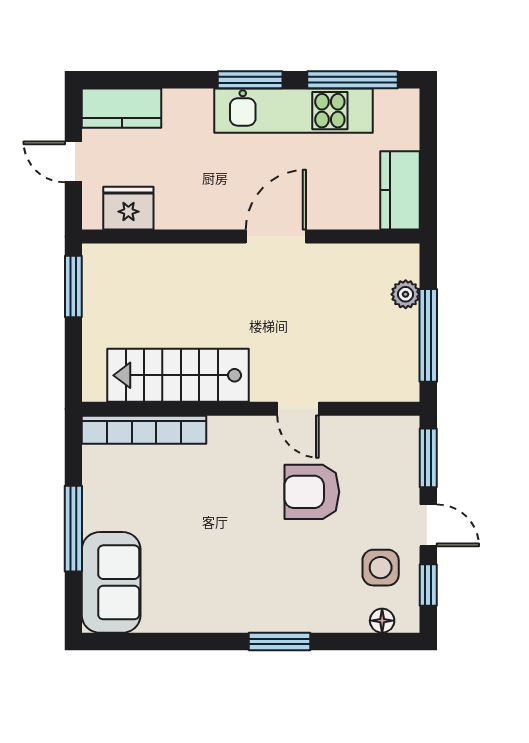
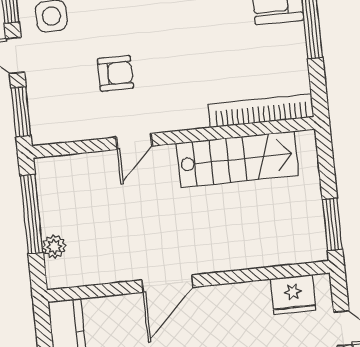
door: (298, 409) -> (134, 142), swing flipped
armchair: (312, 492) -> (115, 73), width x0.72, depth x0.72

